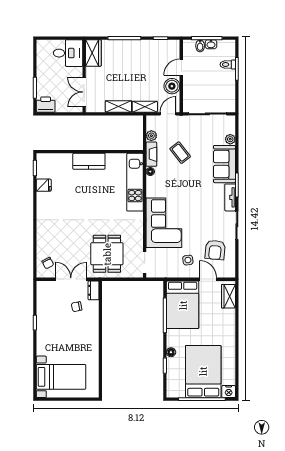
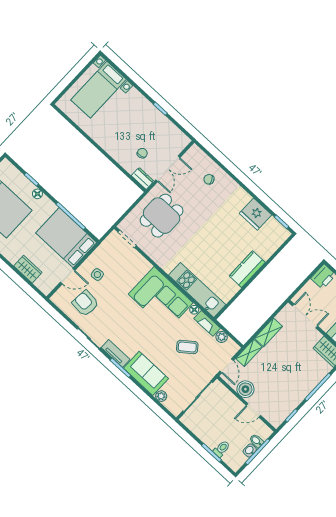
door: (181, 67) -> (253, 410), swing flipped
fridge: (44, 185) -> (255, 214), width x1.88, depth x1.34
corner sofa: (164, 223) -> (161, 298), moved
dining table: (107, 254) -> (162, 216), turned 90
chair: (48, 263) -> (209, 179), moved
wardrobe: (228, 296) -> (28, 269), moved

